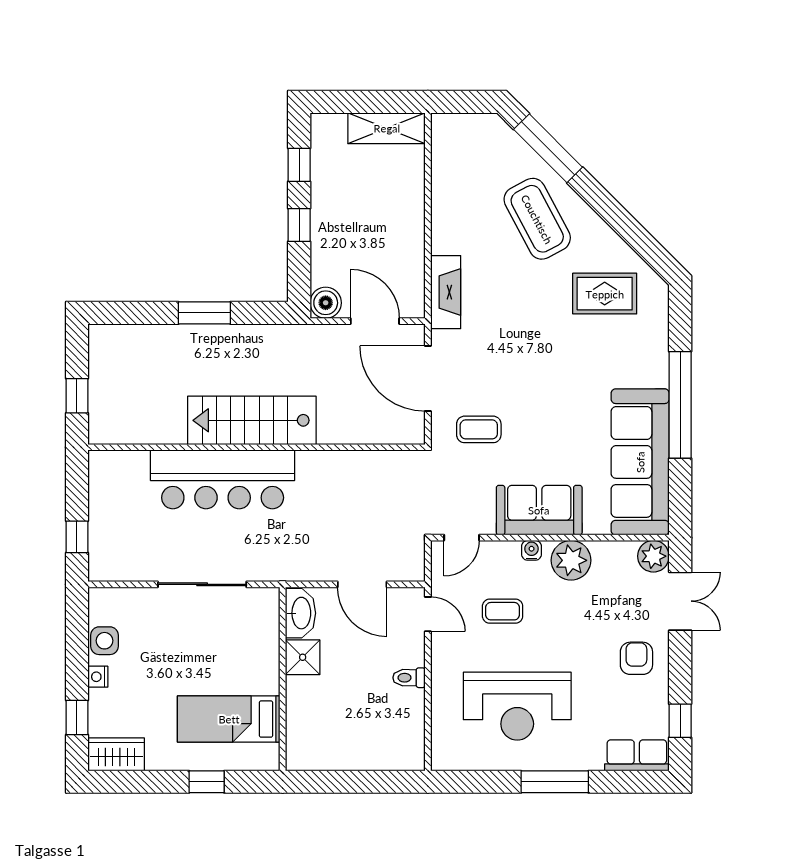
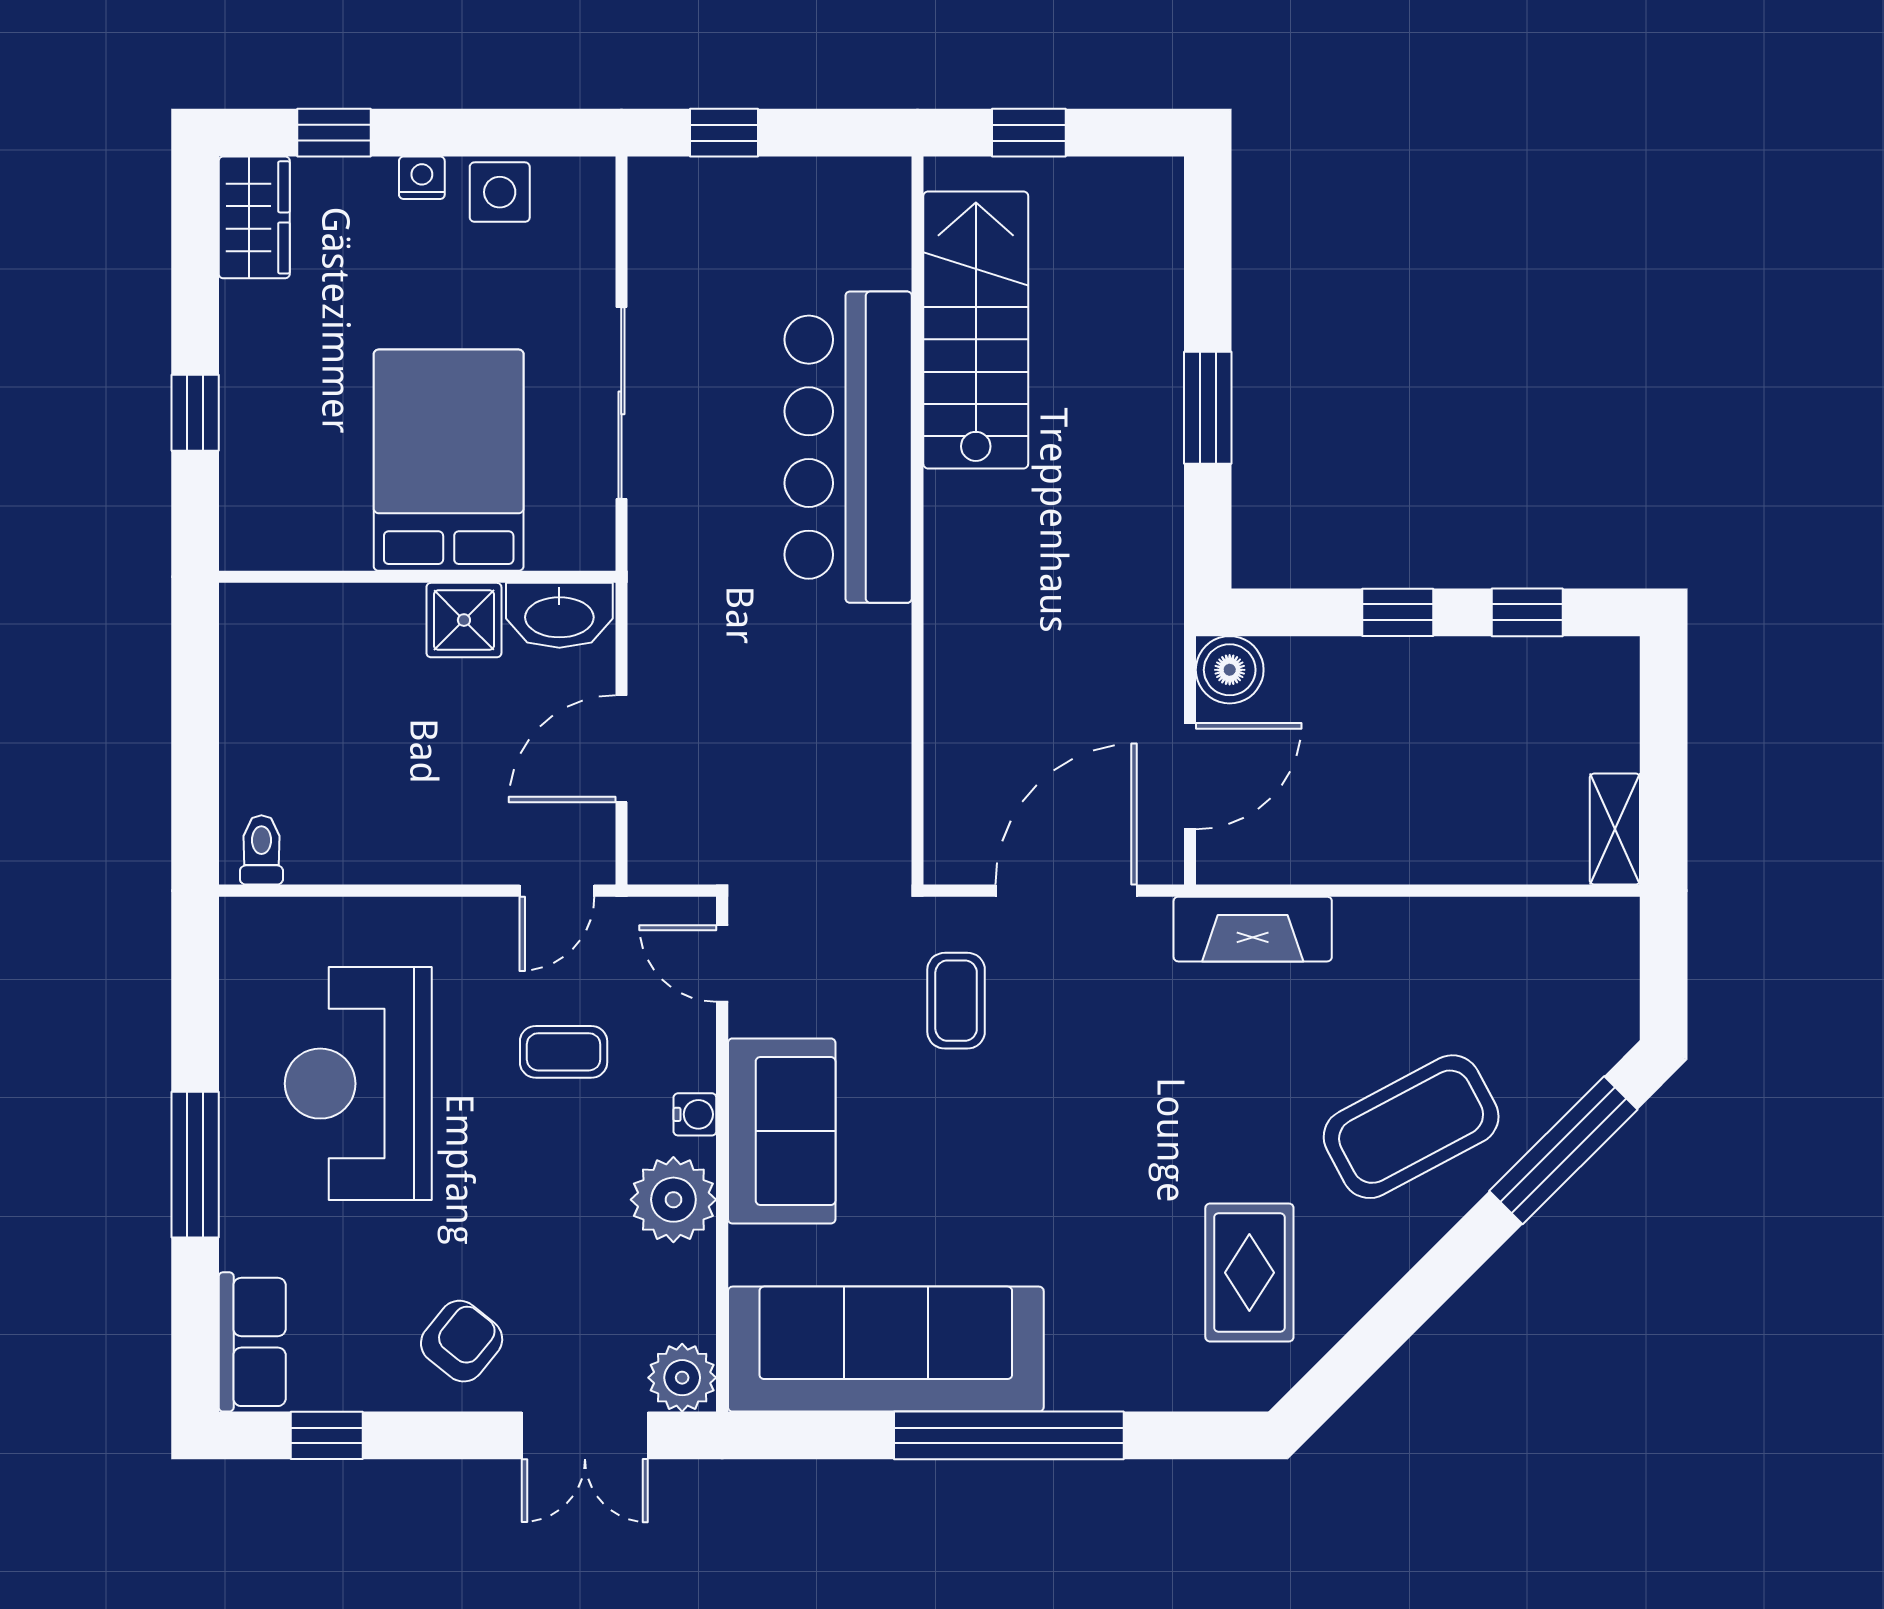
shelving: (387, 128) -> (1615, 829), width x0.67, depth x0.75
stairs: (252, 420) -> (976, 330), moved
coffee table: (503, 611) -> (564, 1052), turned 90
armchair: (636, 658) -> (462, 1341), turned -51
toilet: (409, 678) -> (261, 850), moved
bed: (229, 719) -> (449, 460), moved, width x1.50

